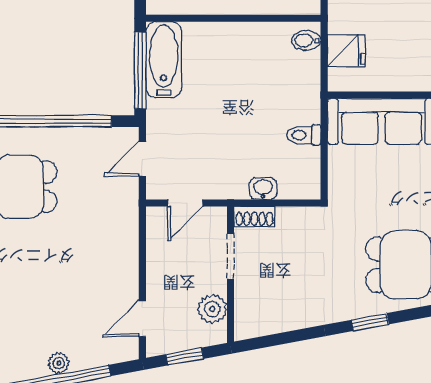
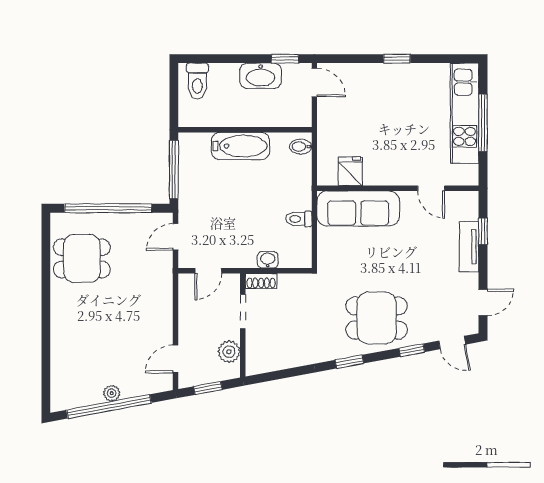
fridge: (346, 51) -> (350, 171), moved, turned -90
bathtub: (164, 60) -> (240, 146), moved, turned 90

